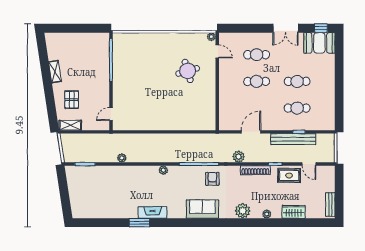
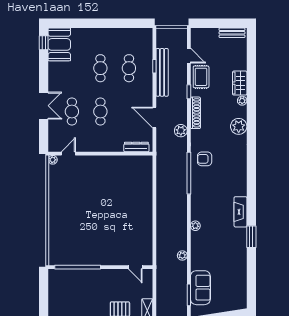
double door: (286, 28) -> (44, 106), moved
round table: (188, 71) -> (89, 185), removed
dresser: (223, 115) -> (136, 147), added
door: (309, 164) -> (189, 56), hinge flipped
plant: (163, 170) -> (195, 226), moved
sofa: (202, 209) -> (200, 288), moved, turned 180
fireplace: (153, 212) -> (240, 212), moved
wardrobe: (294, 212) -> (240, 83), moved

